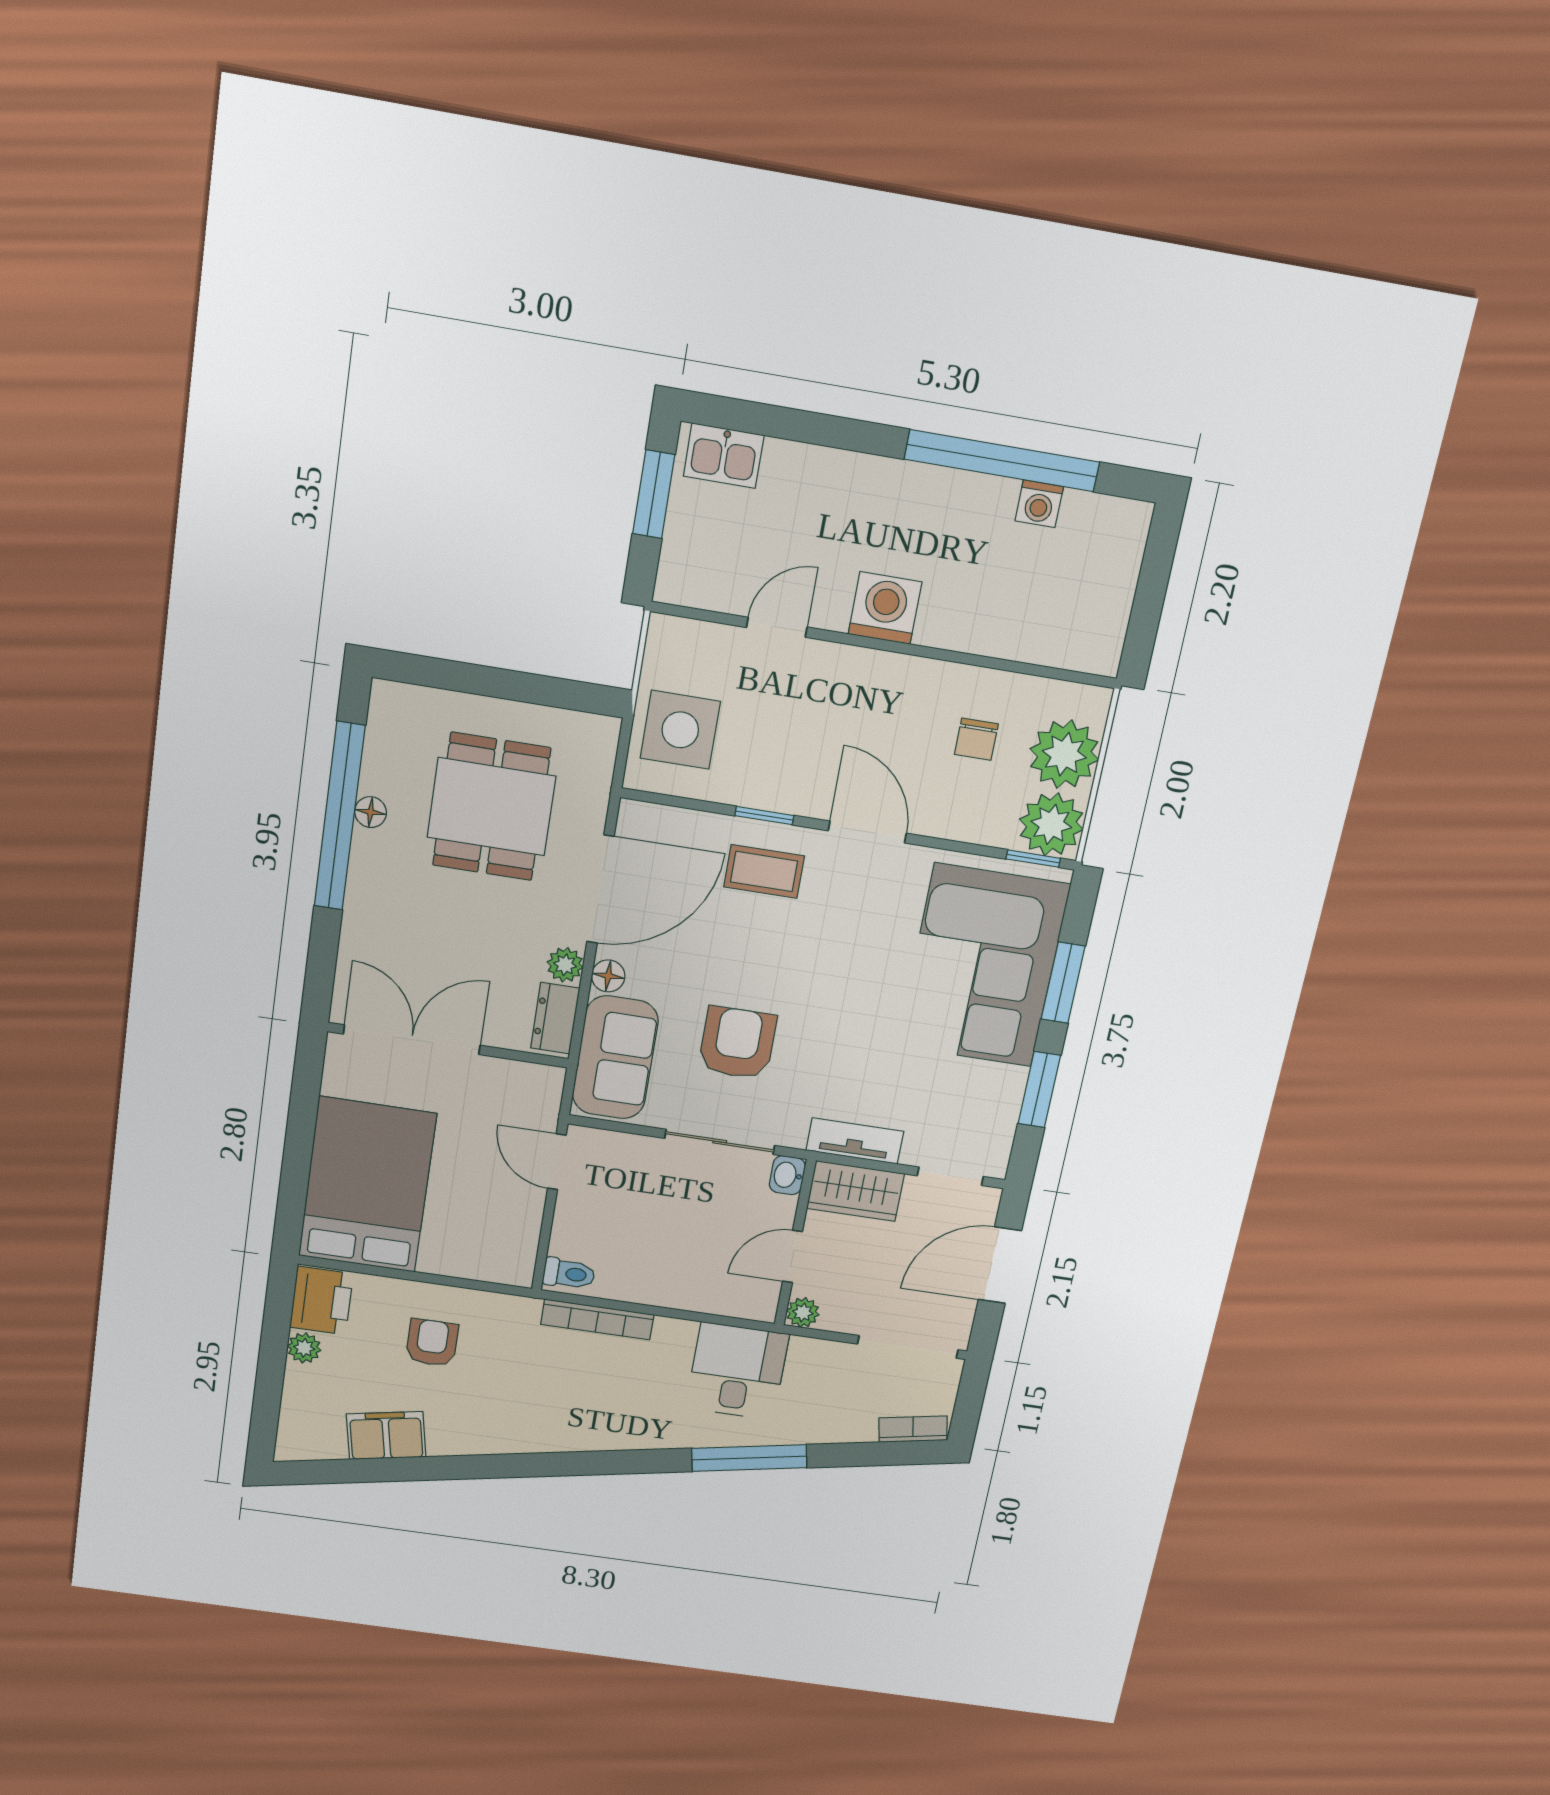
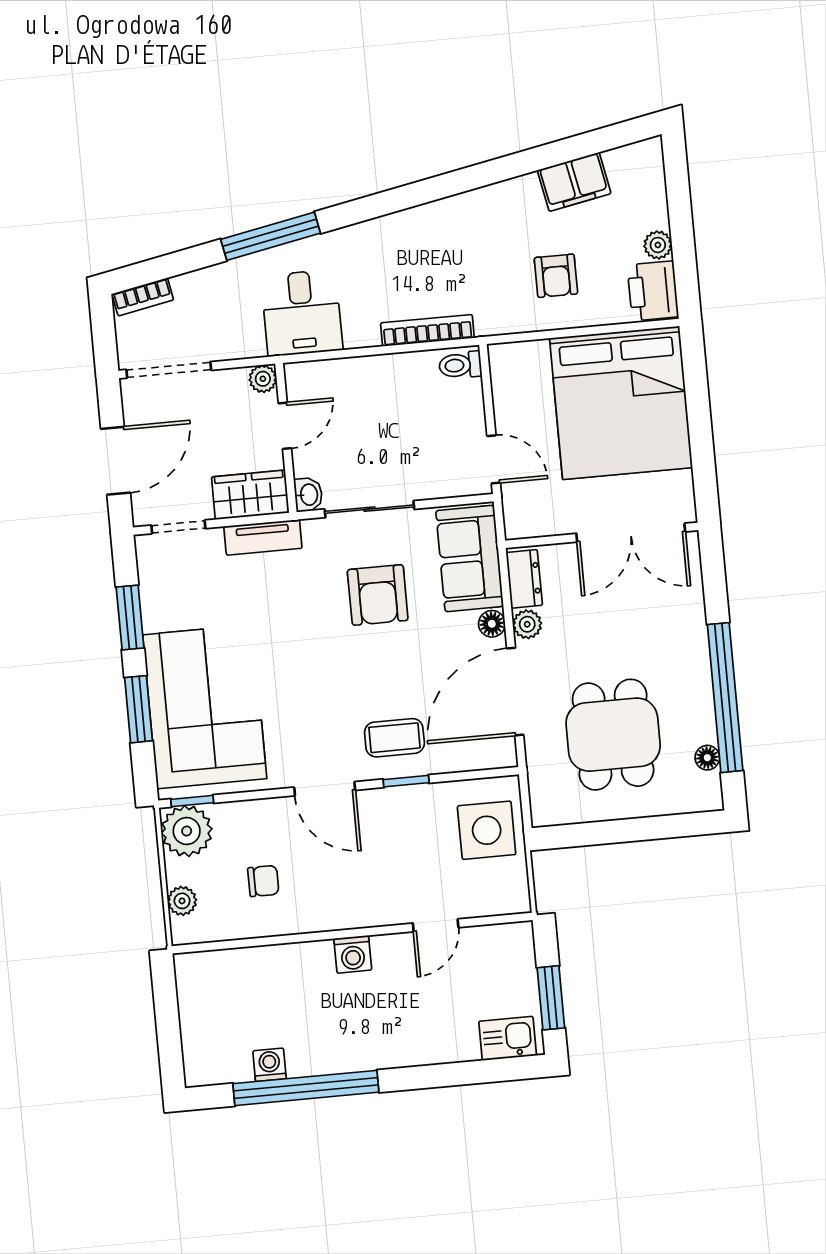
washing machine: (885, 608) -> (353, 954), width x0.73, depth x0.73
chair: (976, 739) -> (263, 881), turned 90
plant: (1064, 754) -> (182, 901), width x0.53, depth x0.53
floor lamp: (371, 812) -> (707, 758), moved
bed: (367, 1185) -> (621, 403), width x1.36

